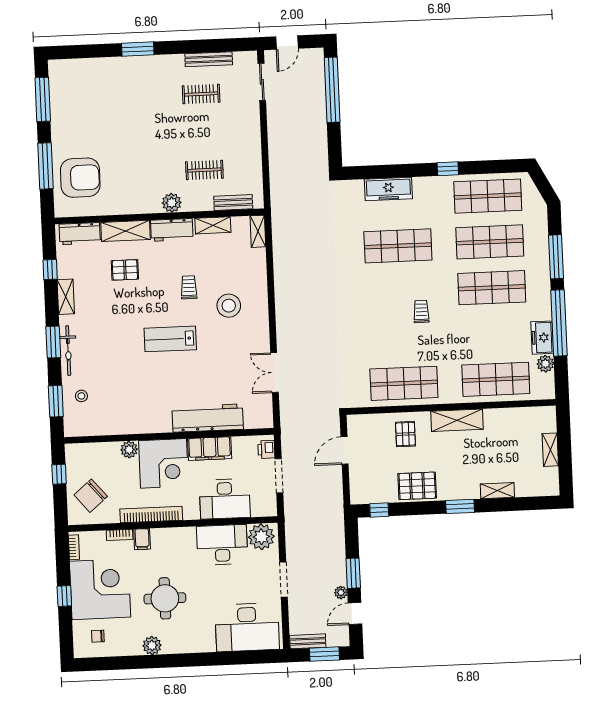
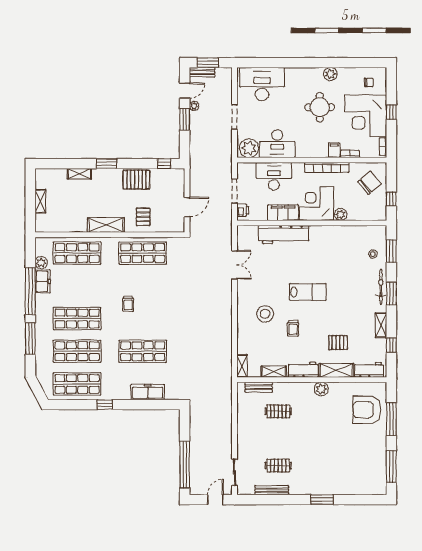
plant: (172, 203) -> (321, 389), moved
bench: (308, 641) -> (202, 72), moved

